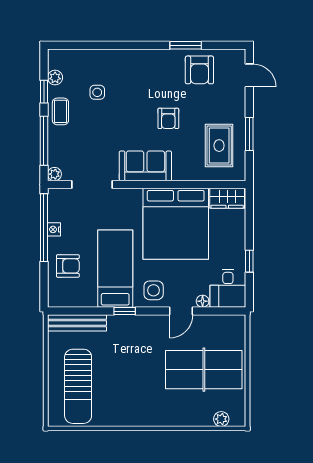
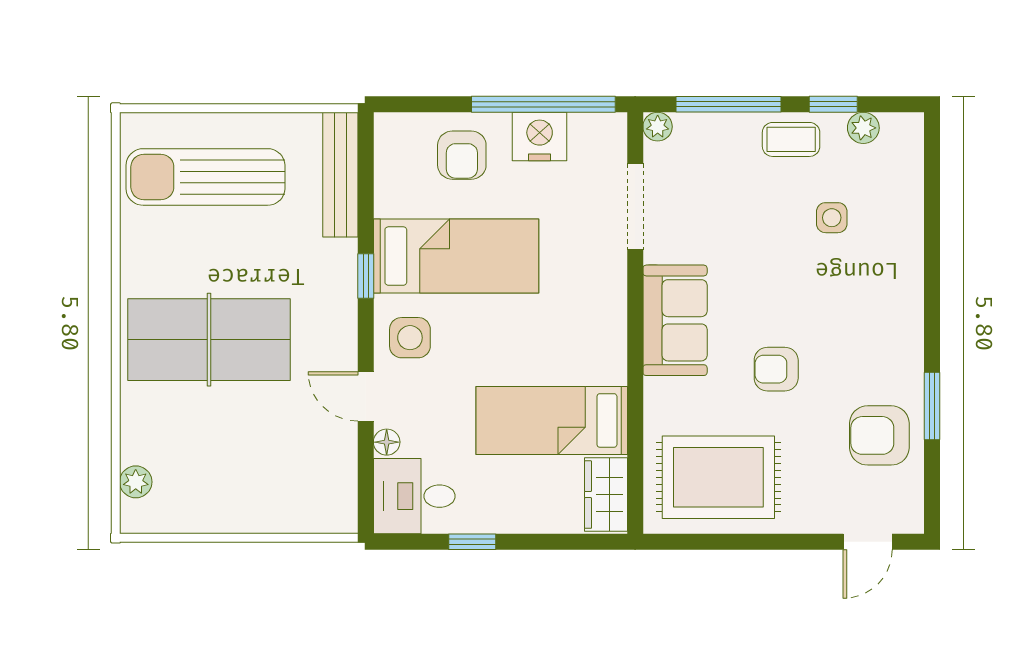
window: (249, 134) -> (743, 542), removed
rug: (219, 146) -> (718, 477), width x1.36, depth x1.43
bed: (176, 224) -> (552, 420), width x0.49
nightstand: (54, 229) -> (540, 136), width x1.89, depth x1.79
table tennis table: (204, 370) -> (209, 340), moved, turned 90

